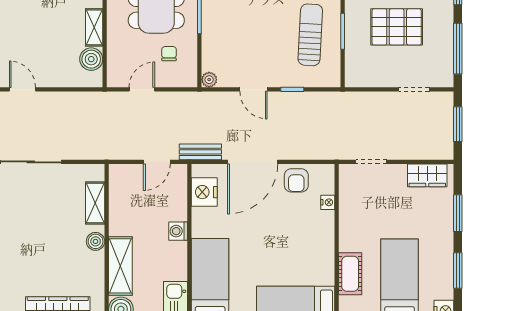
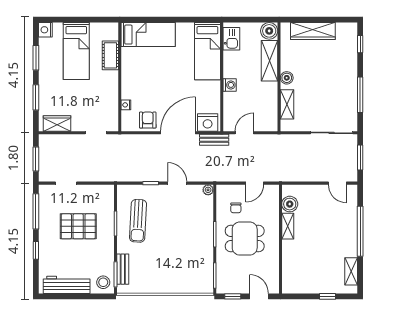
nightstand: (204, 192) -> (208, 122), moved, turned 90

